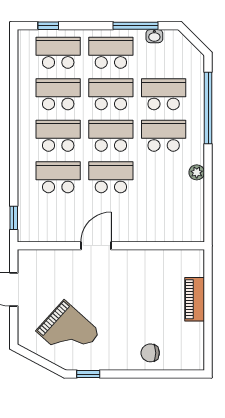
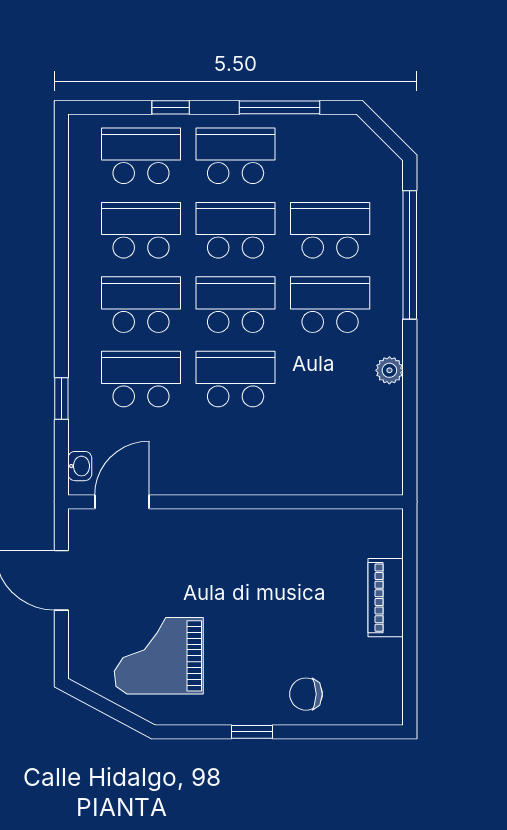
window: (48, 26) -> (171, 107), moved
washbasin: (154, 36) -> (80, 466), moved, turned -90
window: (14, 218) -> (61, 398), moved
door: (96, 246) -> (122, 502), moved
grand piano: (68, 332) -> (159, 656), turned 138
window: (88, 374) -> (252, 732), moved

